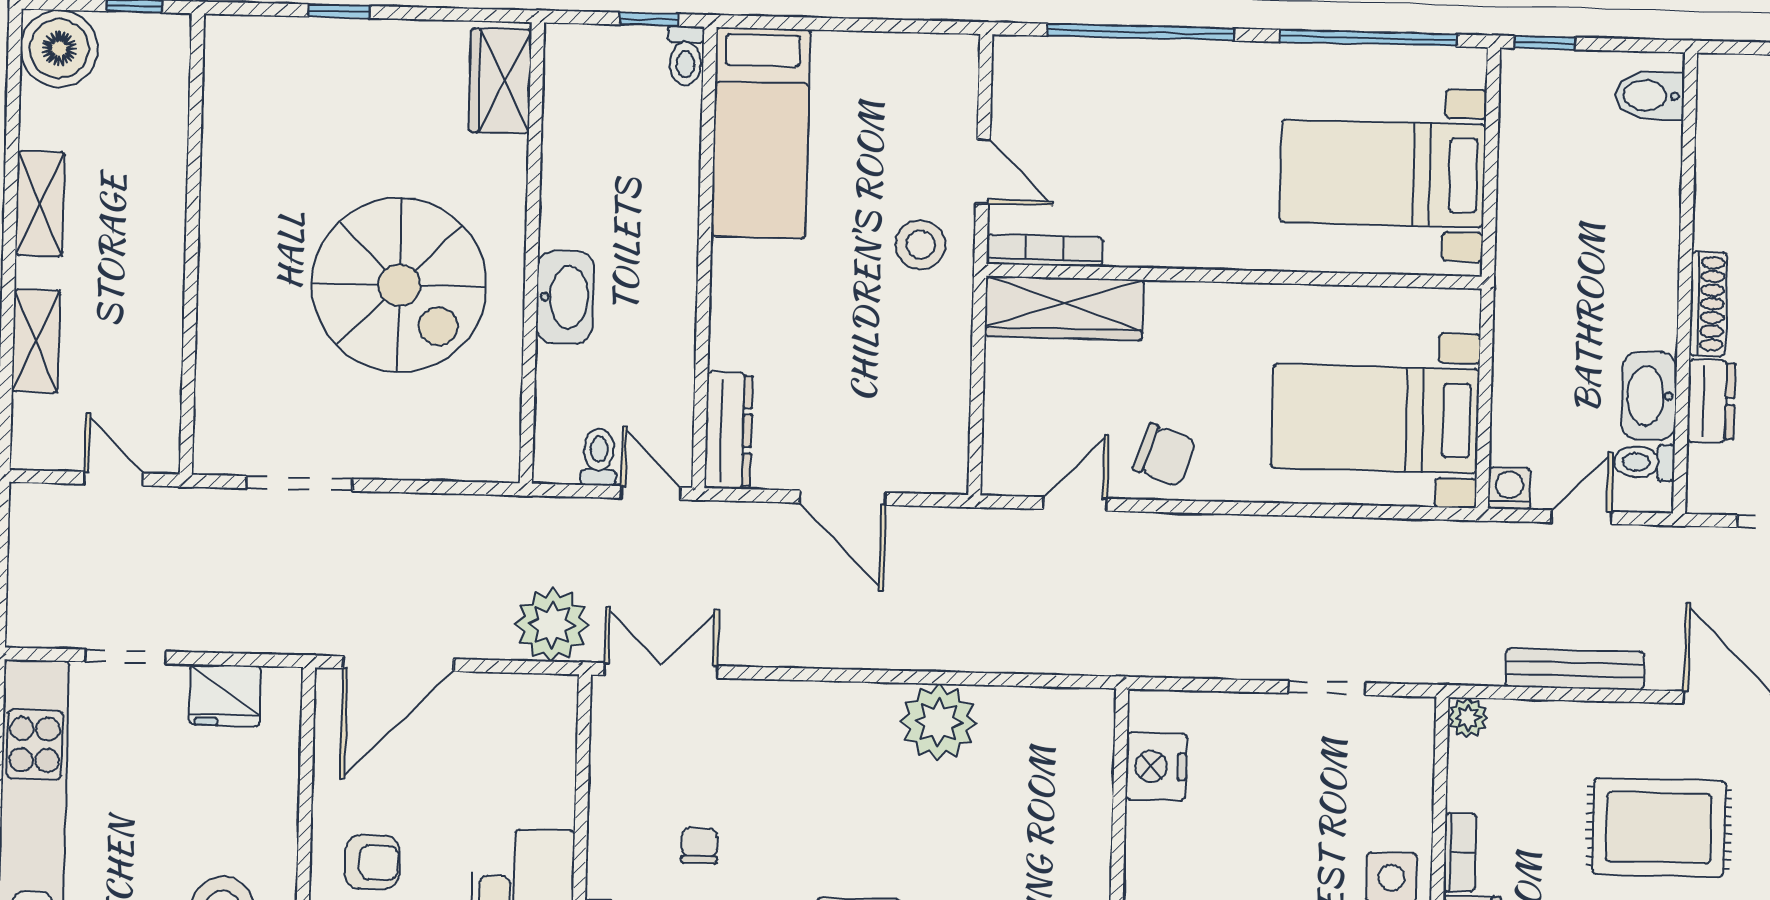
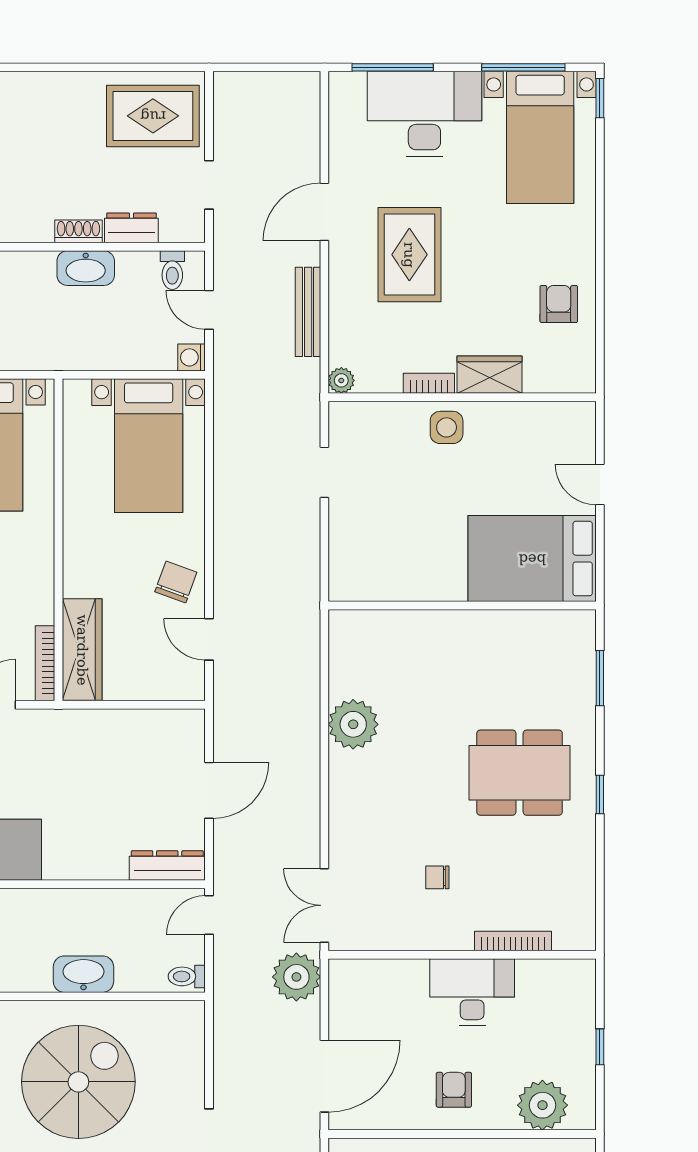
stool: (921, 245) -> (43, 744), removed
shoe rack: (1708, 304) -> (78, 231), width x0.70
washbasin: (1649, 396) -> (86, 268), moved
toilet: (599, 457) -> (187, 976), moved
door: (398, 664) -> (324, 1076), hinge flipped
nightstand: (1156, 766) -> (378, 582), removed

